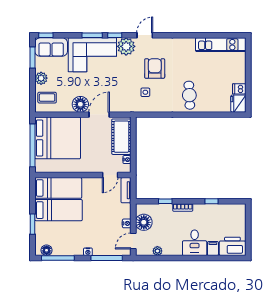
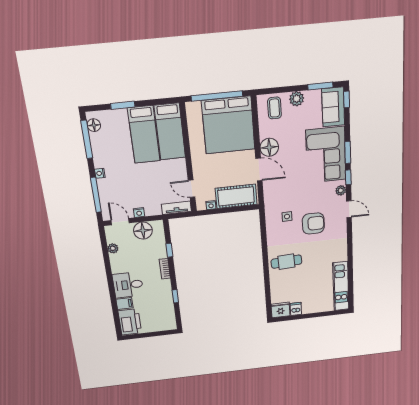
plant: (126, 46) -> (341, 190), width x0.53, depth x0.53

